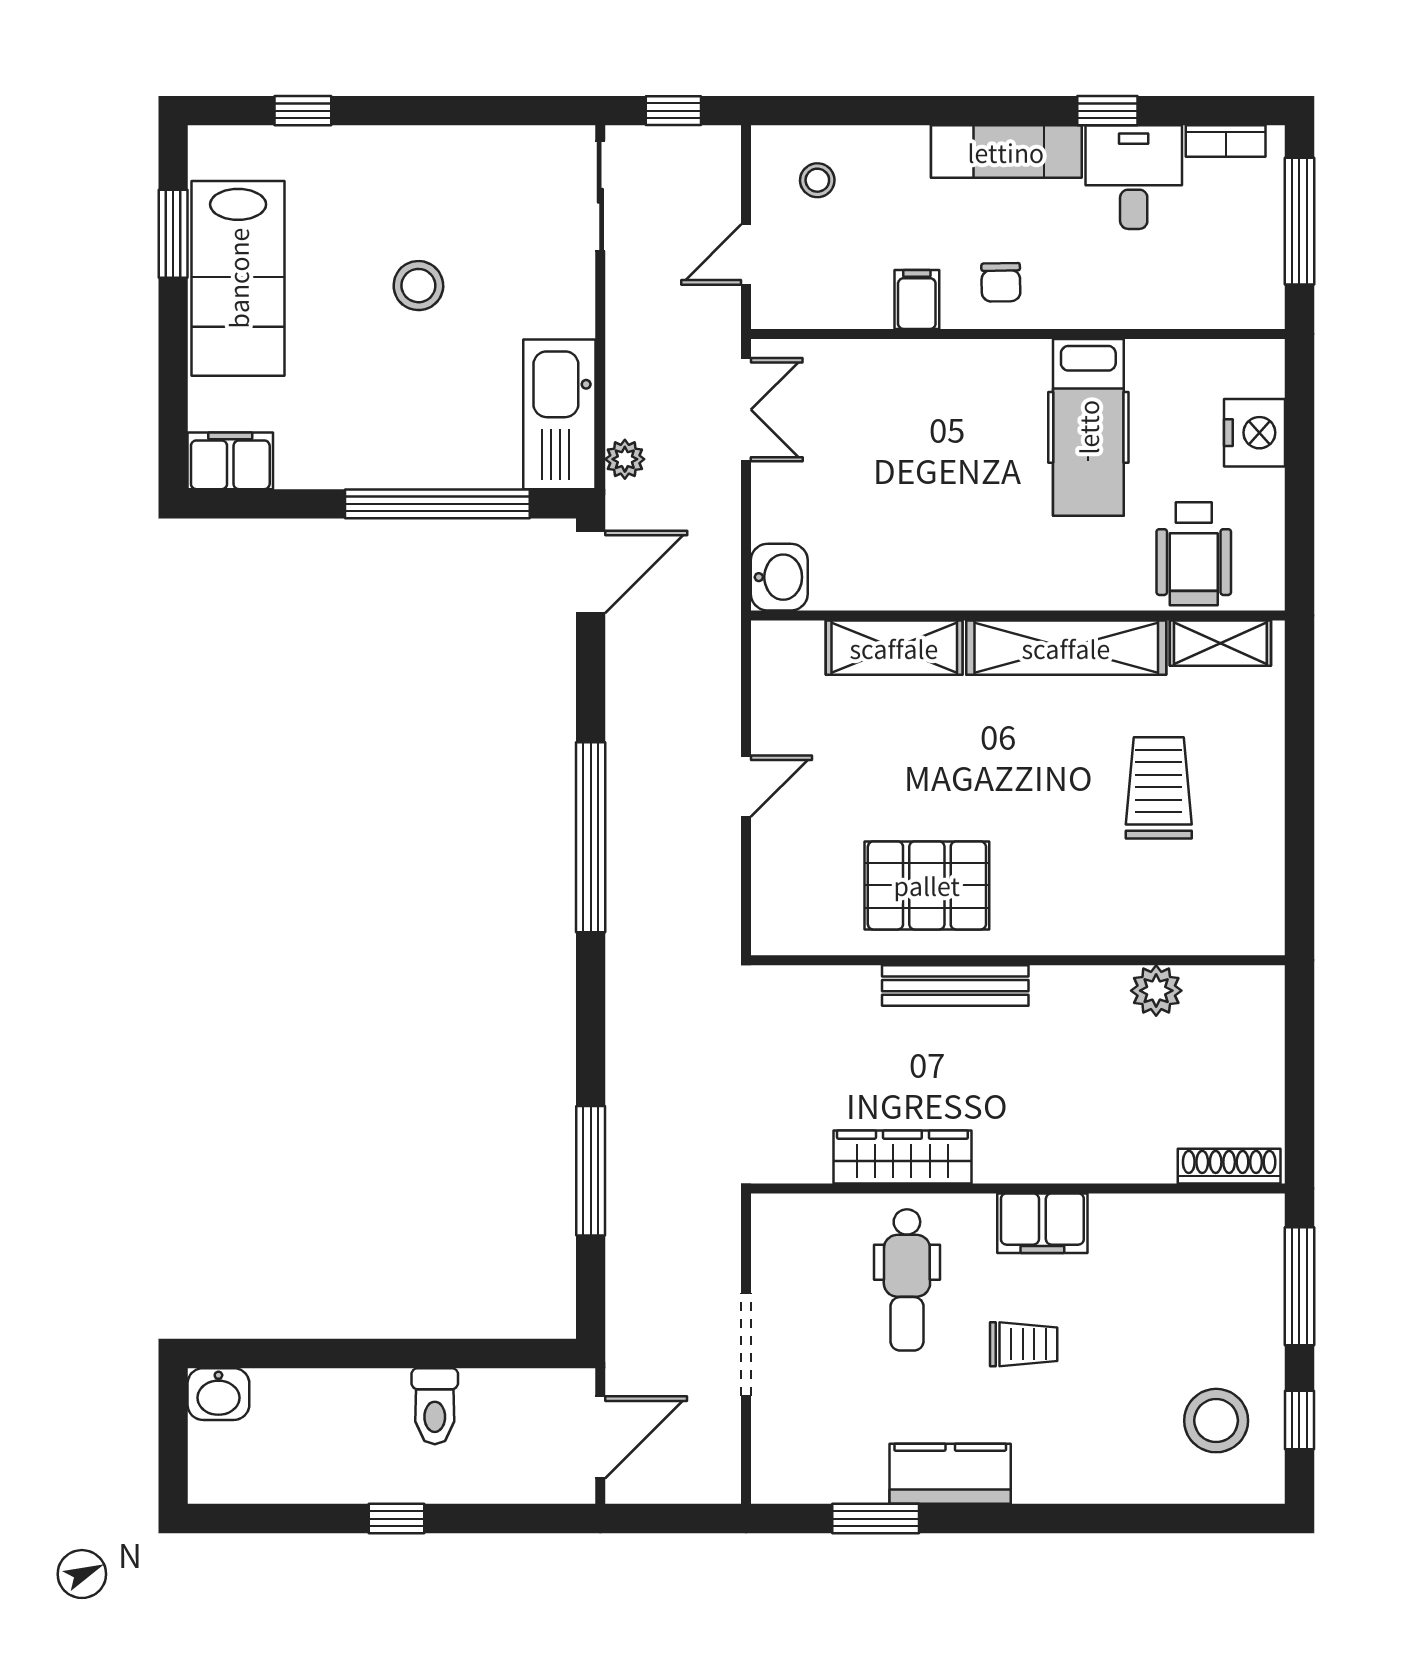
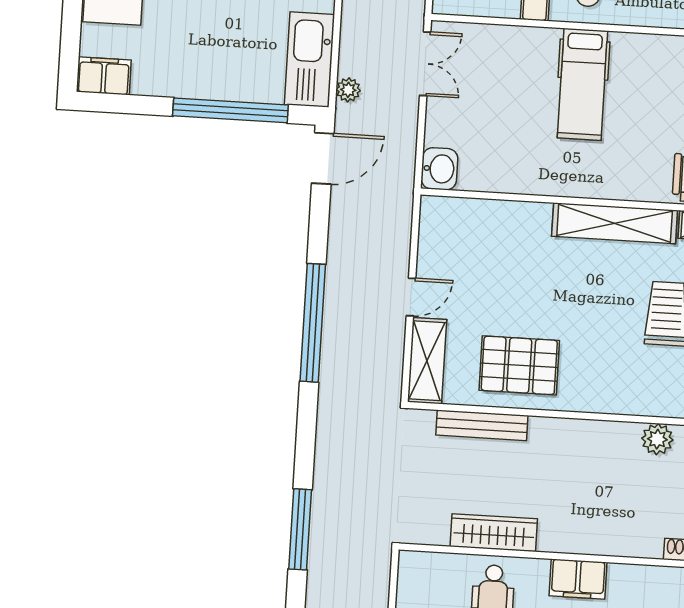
hospital bed: (1088, 427) -> (582, 84), moved
shelving: (894, 648) -> (427, 361), moved, turned 90
bench: (955, 986) -> (482, 425), moved

